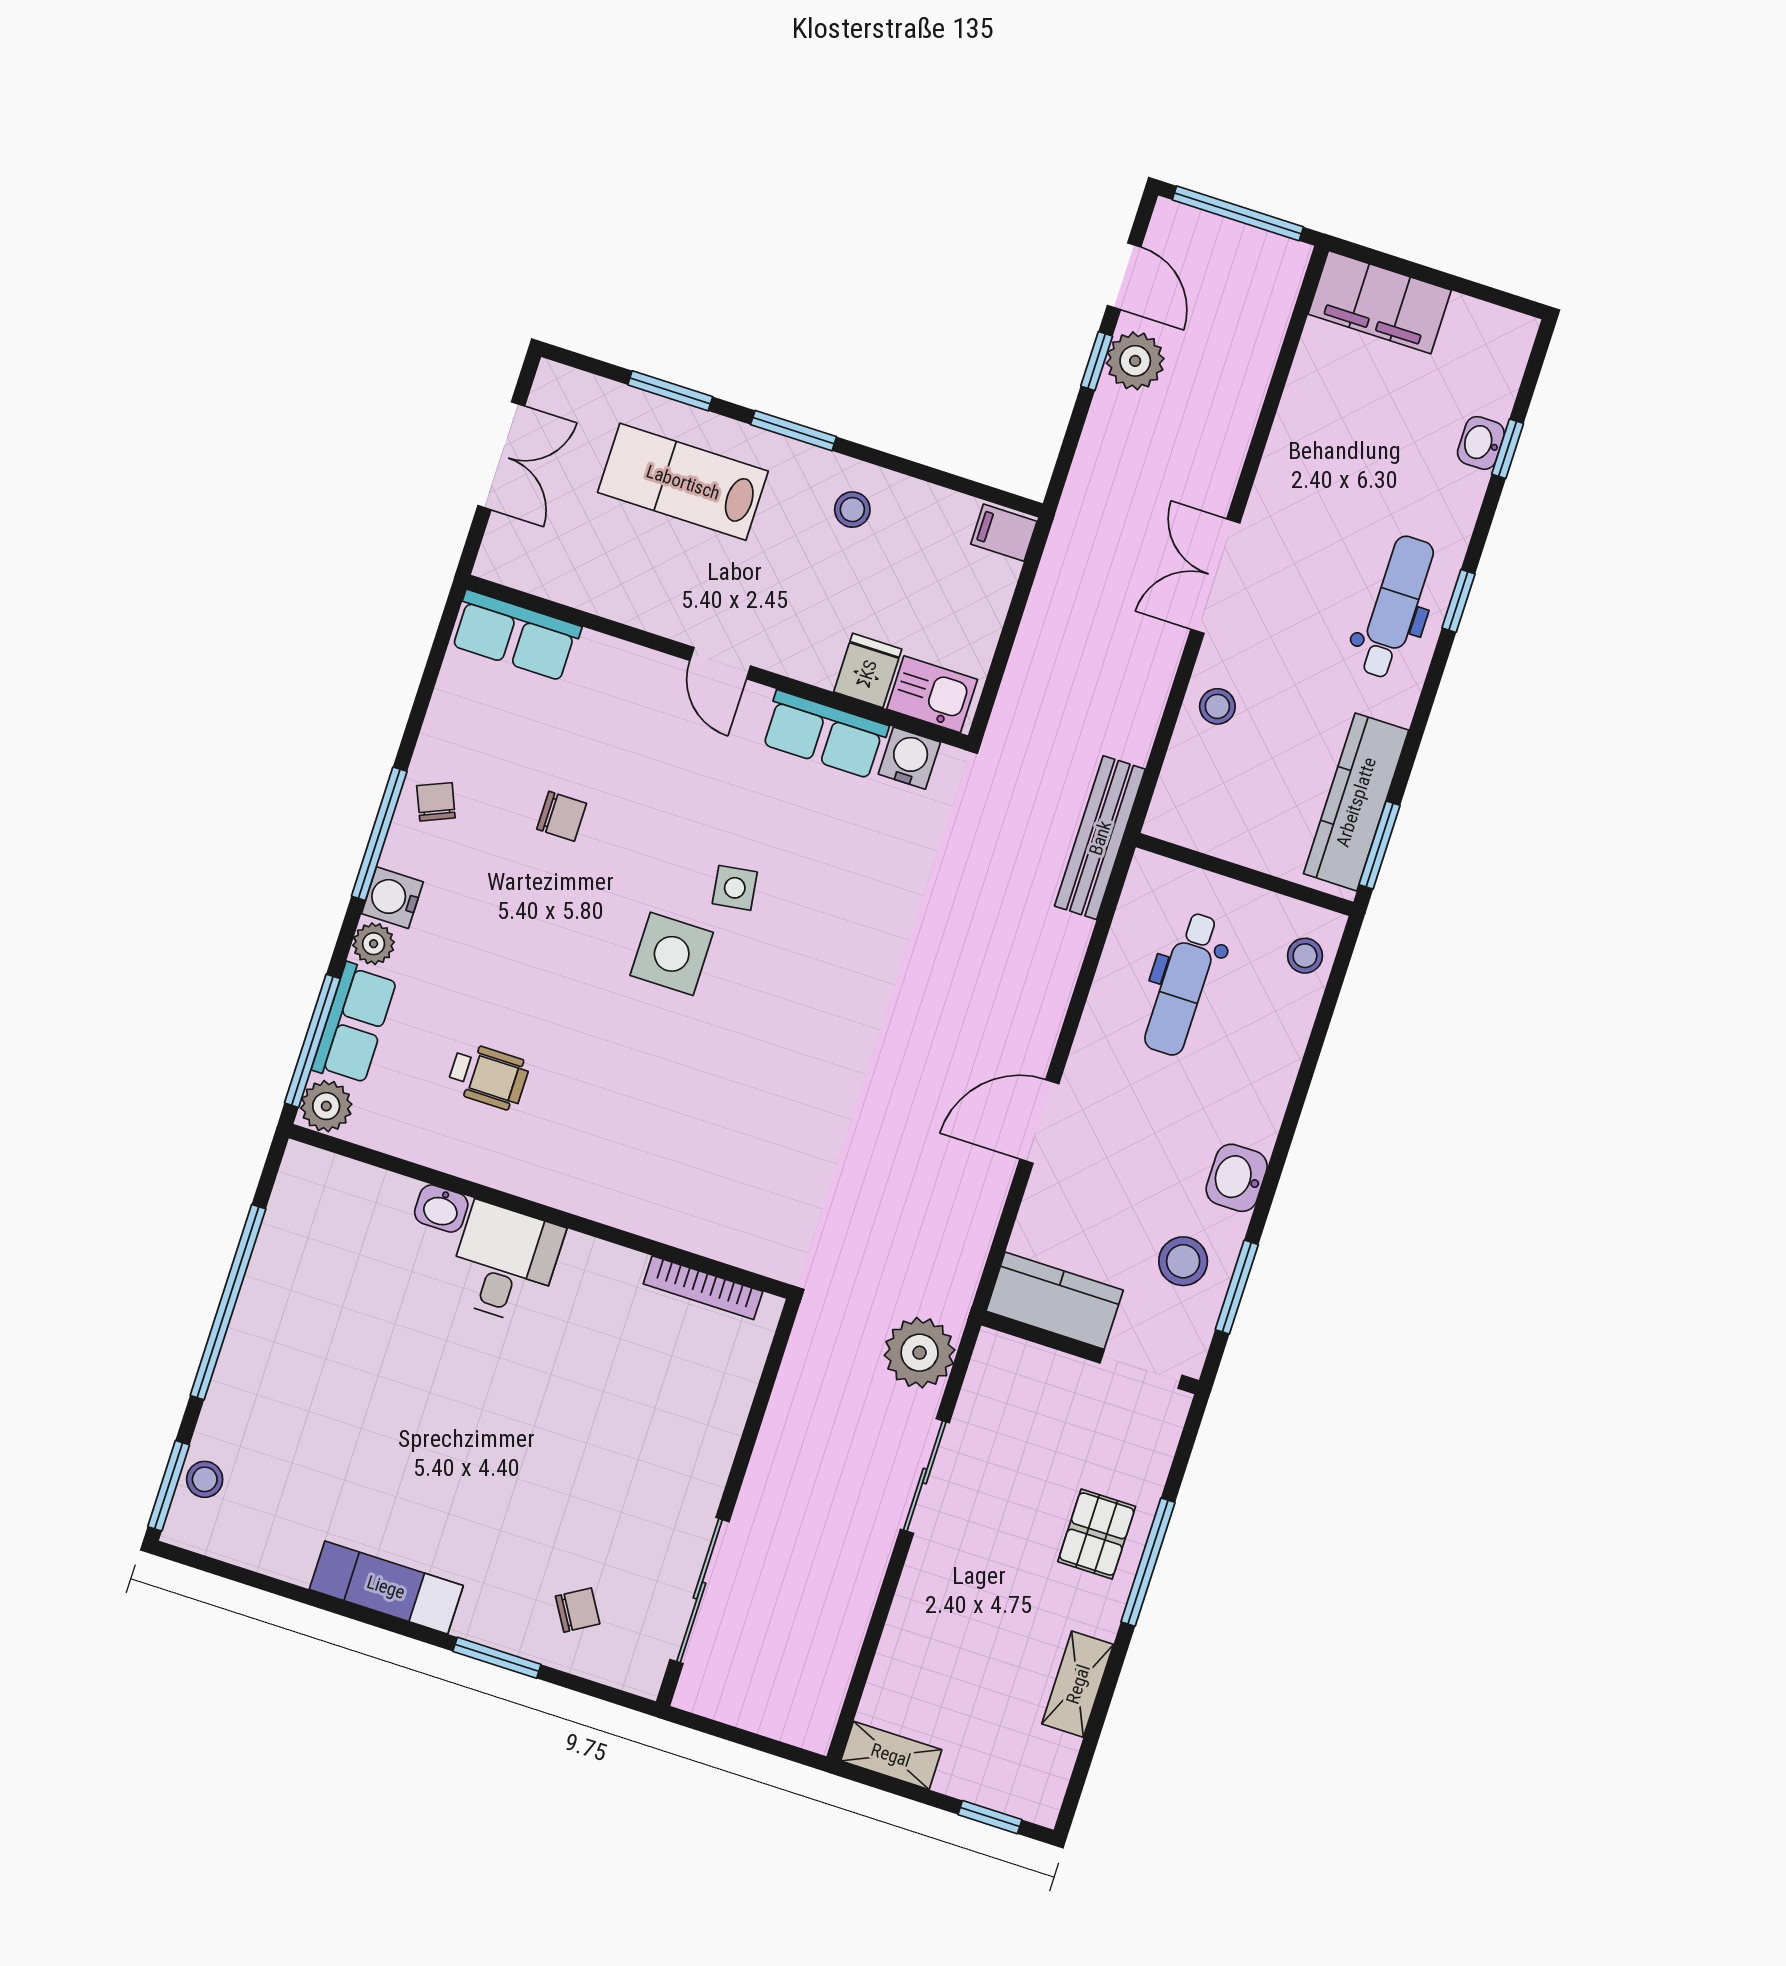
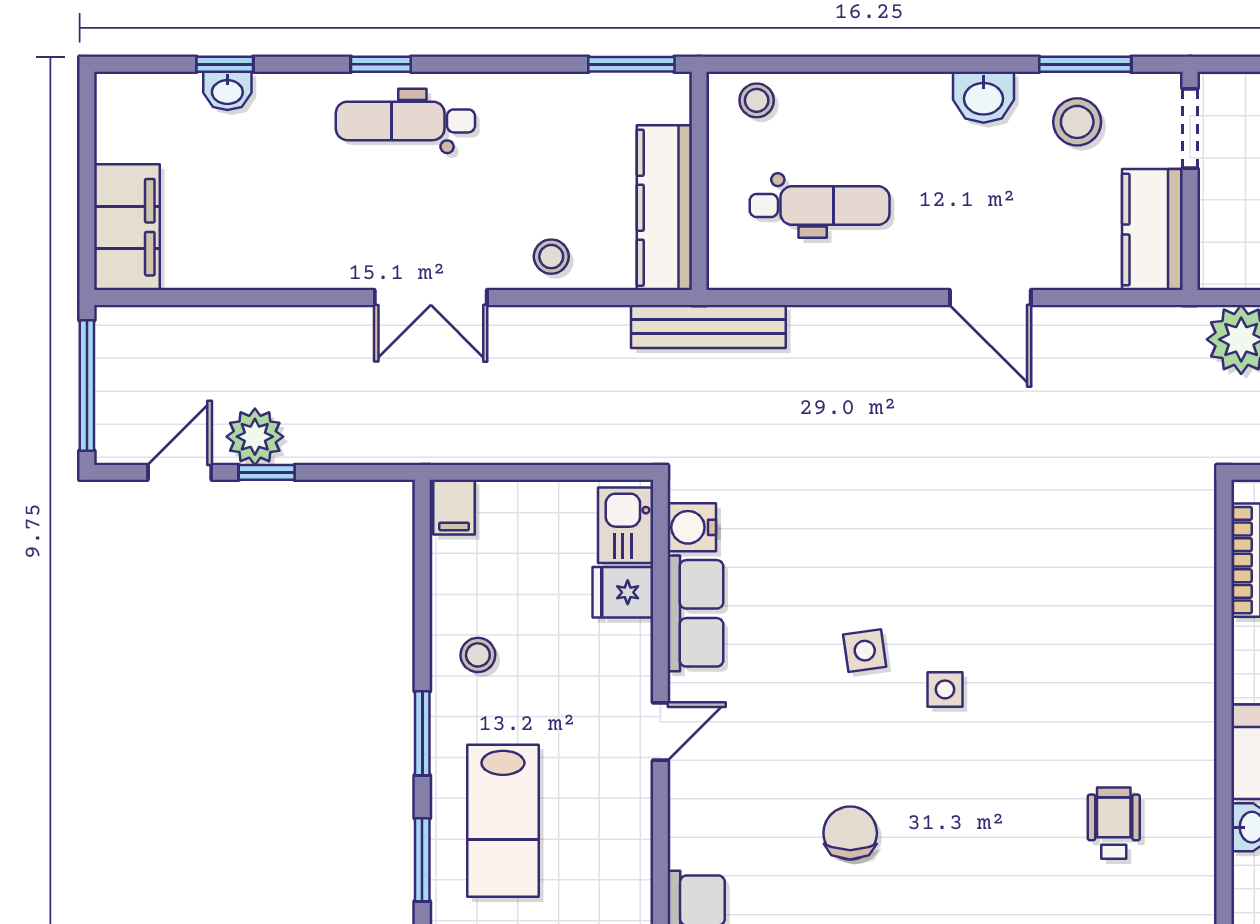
kitchen counter: (1356, 802) -> (664, 208), moved, turned 90
chair: (562, 816) -> (850, 833), width x1.37, depth x1.37
side table: (672, 954) -> (945, 689), width x0.54, depth x0.54

